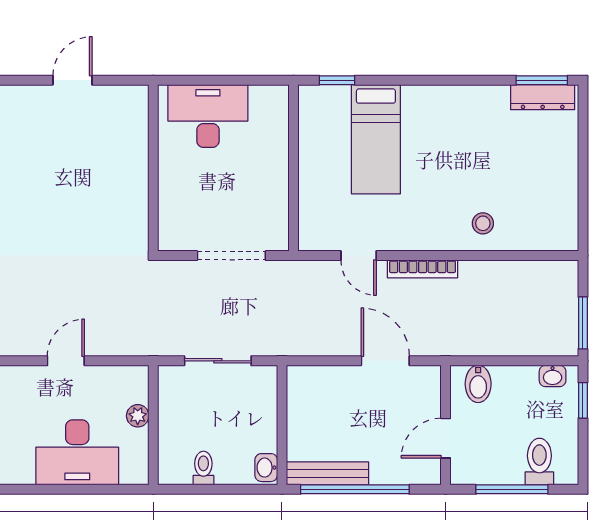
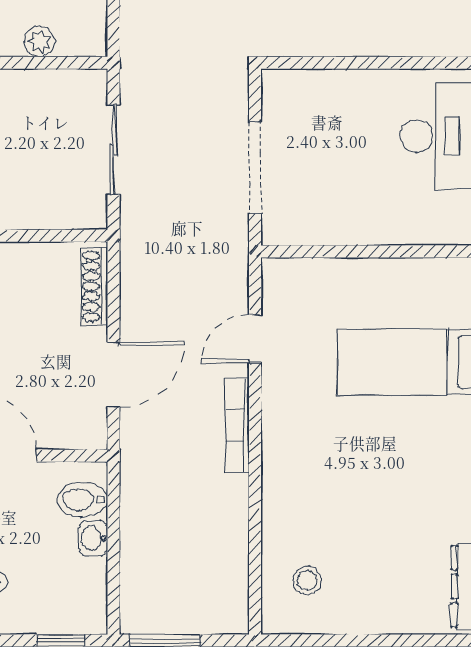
stool: (483, 223) -> (307, 580), moved
shoe rack: (320, 375) -> (94, 286), added
washbasin: (553, 376) -> (93, 538), moved

